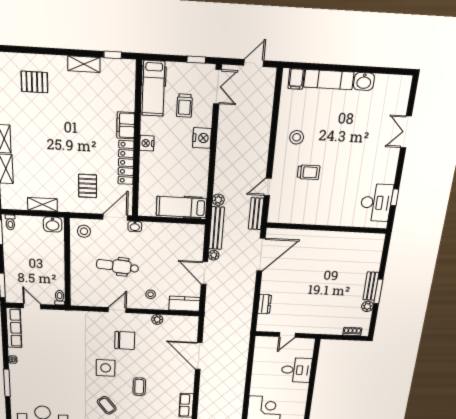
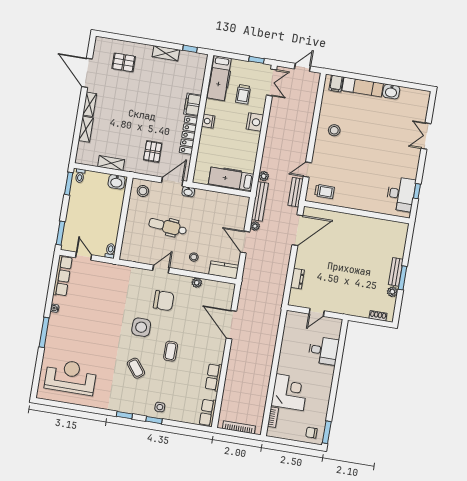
trolley: (309, 172) -> (324, 191), moved

